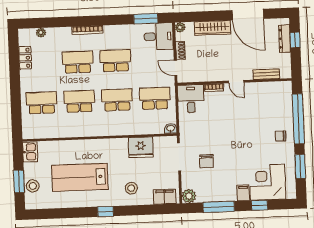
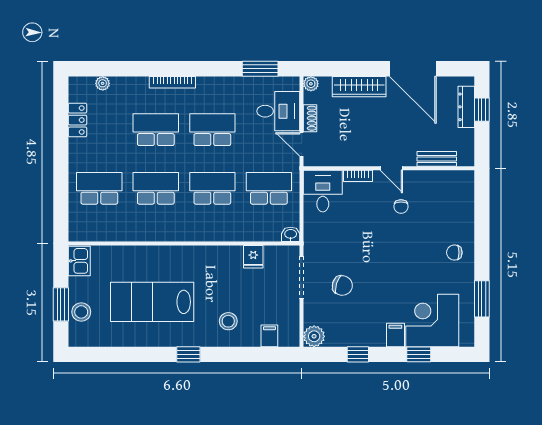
desk: (159, 36) -> (278, 111), moved
chair: (244, 107) -> (401, 207), added
window: (298, 119) -> (482, 228), removed
fridge: (141, 147) -> (253, 257), width x0.53, depth x0.75
chair: (206, 161) -> (342, 286), turned -73
filing cabinet: (165, 197) -> (269, 336), width x0.50
window: (219, 207) -> (358, 354), width x0.46

